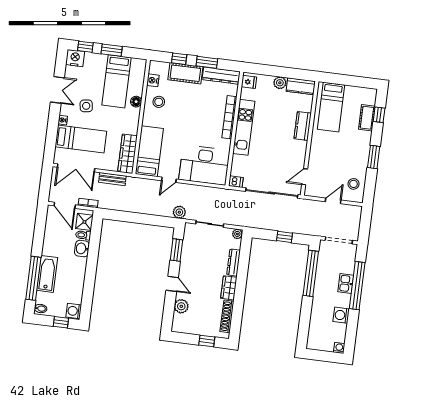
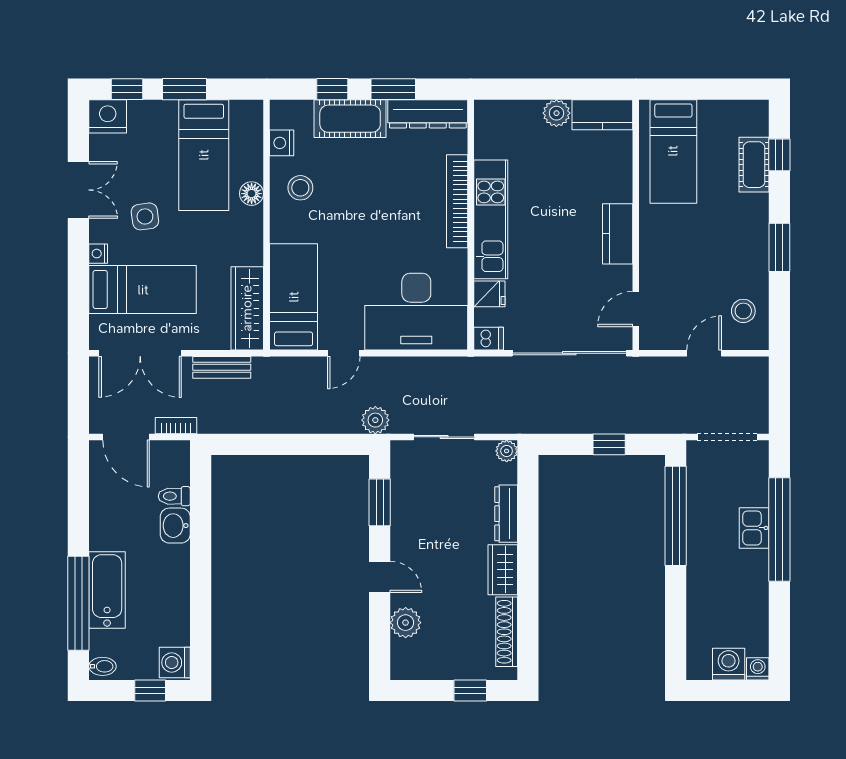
fridge: (249, 82) -> (489, 294), moved
kitchen counter: (303, 126) -> (618, 234), moved
shower: (84, 222) -> (173, 467), removed
washing machine: (341, 315) -> (729, 664), moved, turned 90

